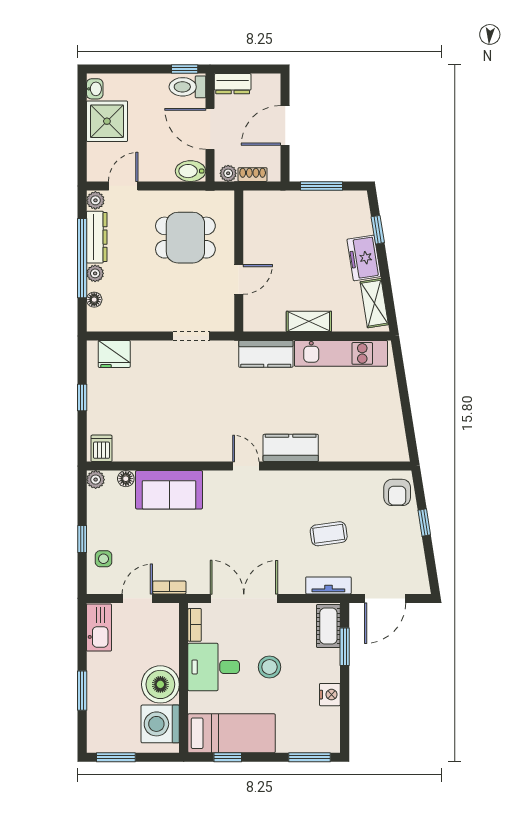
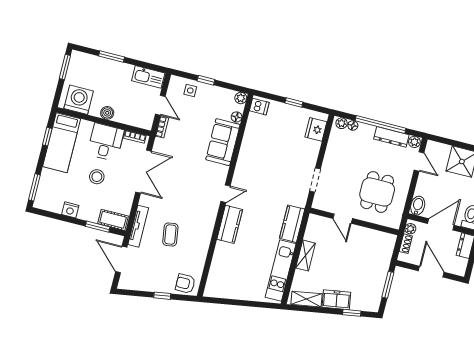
plant: (95, 273) -> (342, 123), moved
tv unit: (328, 585) -> (138, 226), width x1.41
boiler: (160, 684) -> (107, 113), width x0.54, depth x0.54

